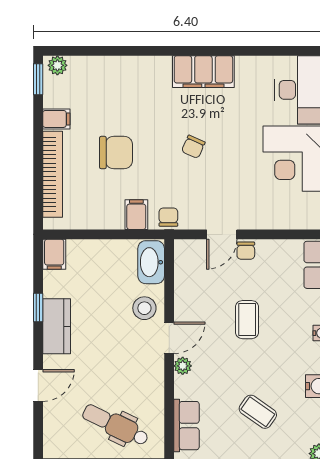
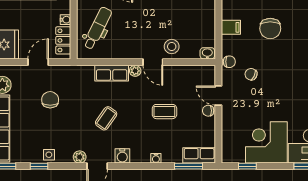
chair: (193, 147) -> (251, 74), moved
filing cabinet: (136, 215) -> (231, 27), moved
washbasin: (151, 262) -> (207, 53), width x0.52, depth x0.69
row of seats: (186, 426) -> (112, 73), moved

